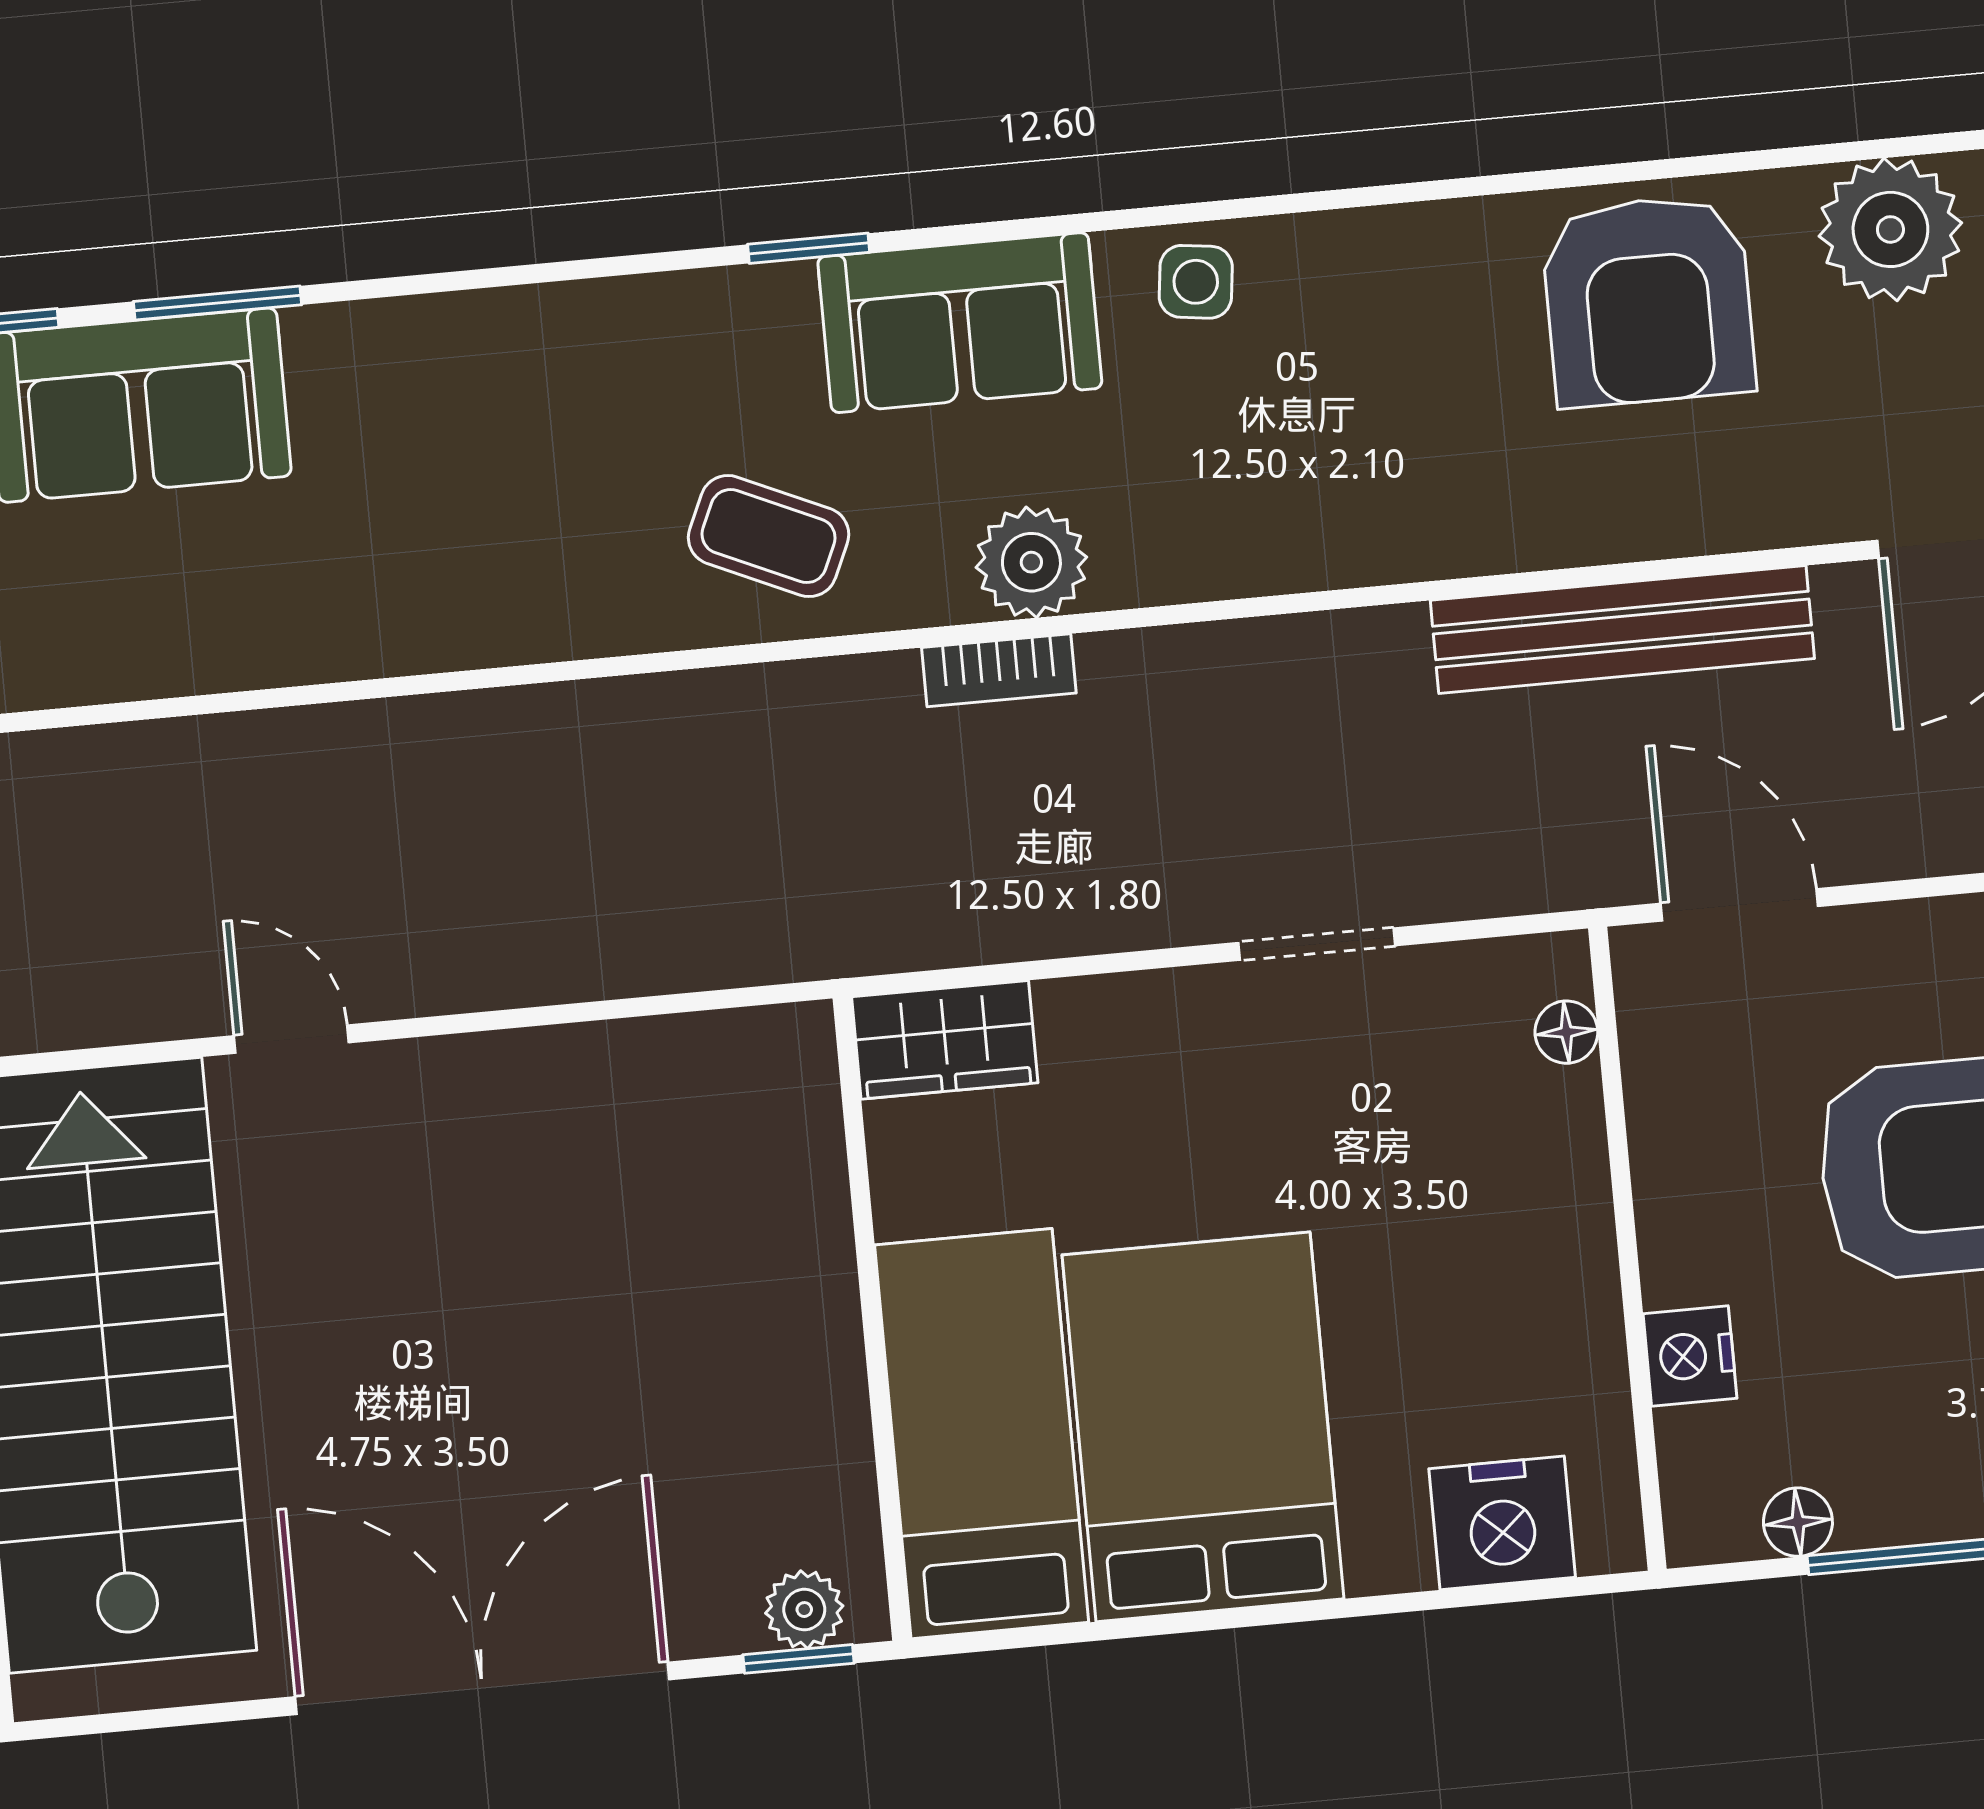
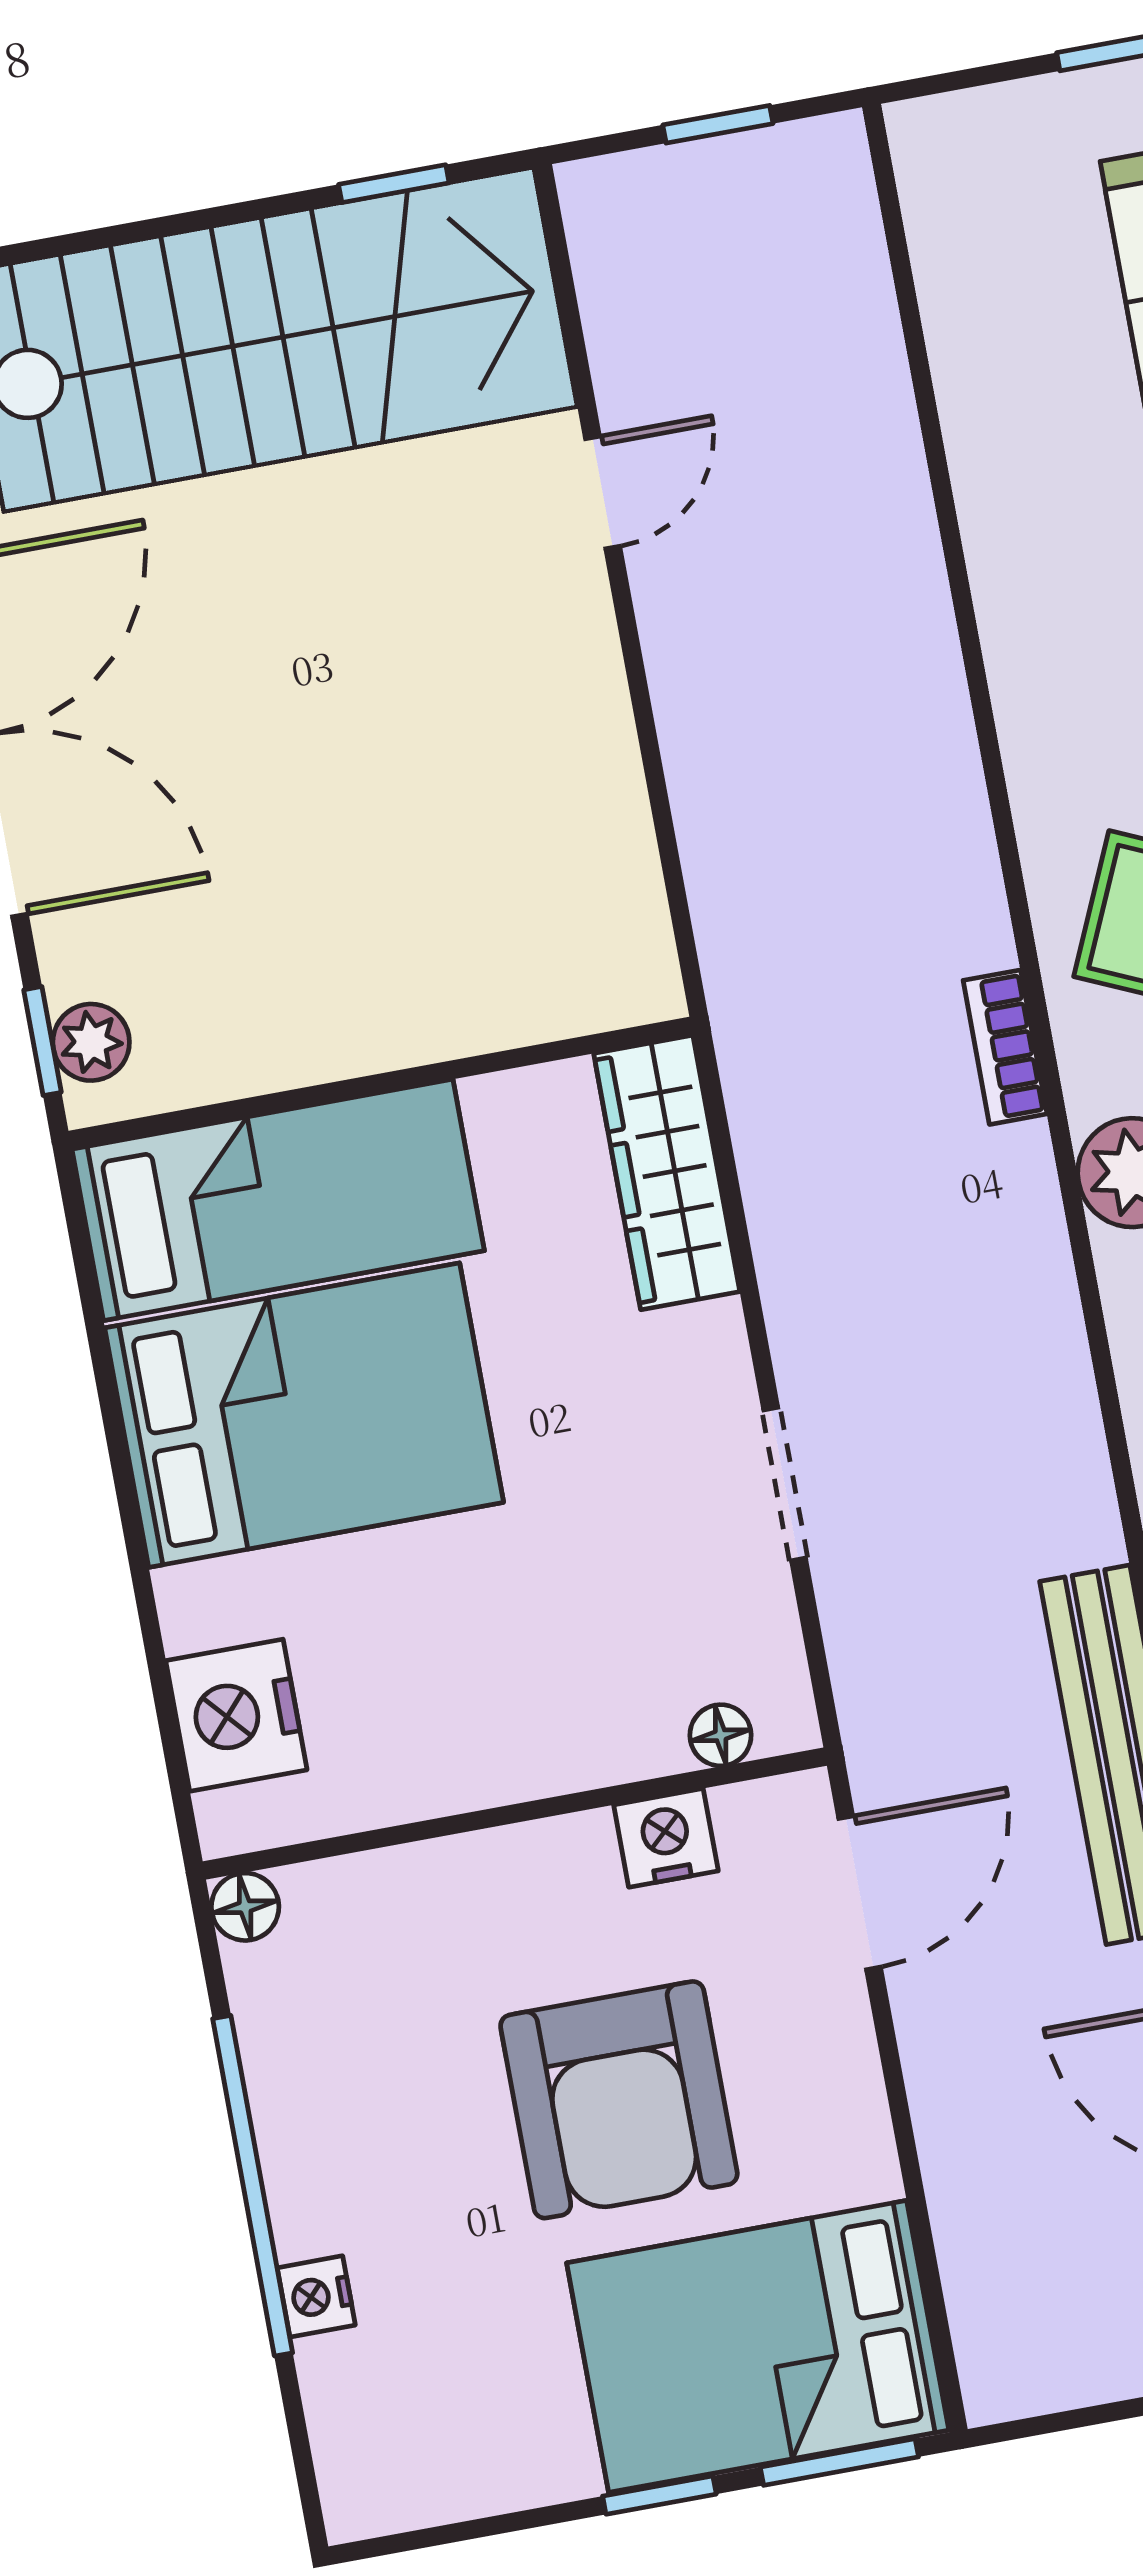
bookcase: (999, 670) -> (1005, 1047), moved
wardrobe: (945, 1040) -> (667, 1172), width x1.50
nightstand: (1690, 1356) -> (666, 1838), moved
floor lamp: (1798, 1522) -> (245, 1907), moved

